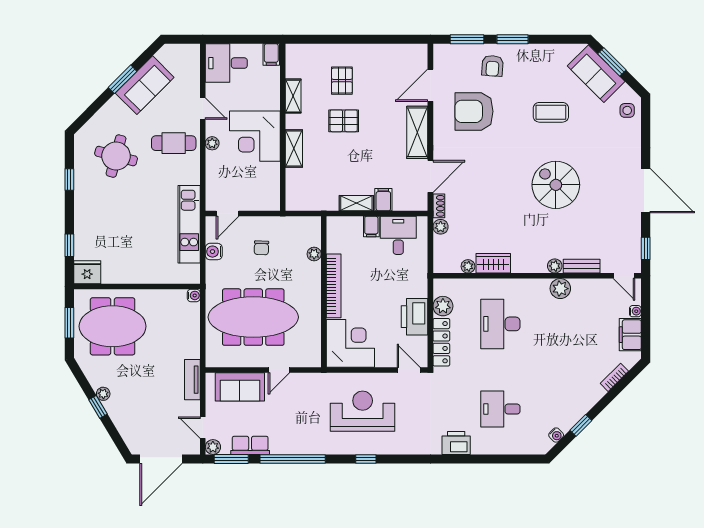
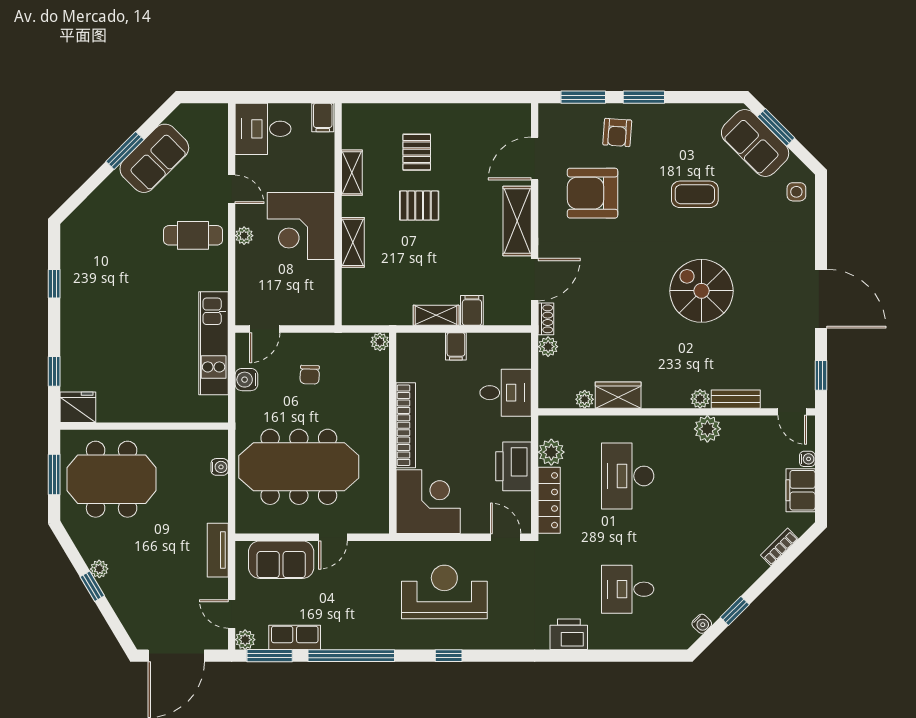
round table: (116, 156) -> (116, 253), removed
desk: (398, 235) -> (506, 393), moved, turned 90
plant: (314, 254) -> (380, 342), moved
water cooler: (194, 295) -> (220, 467), moved

